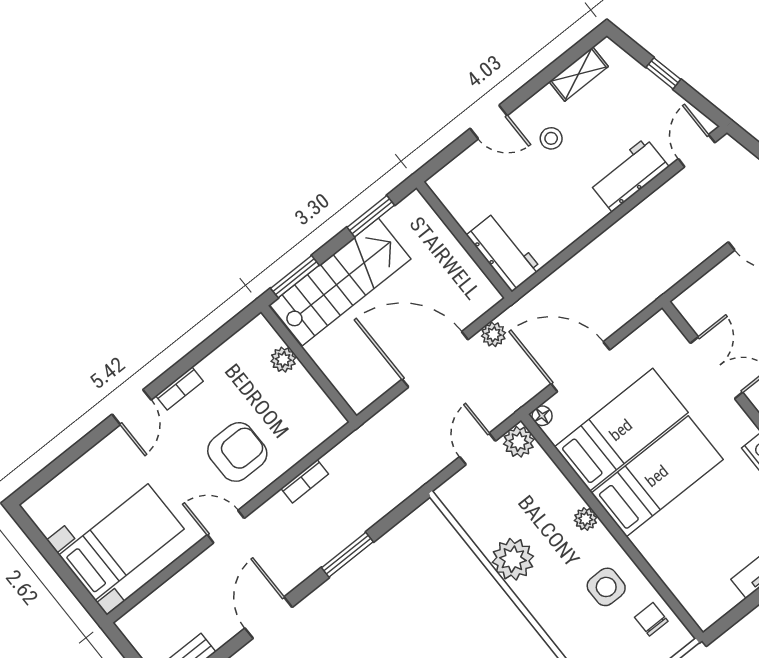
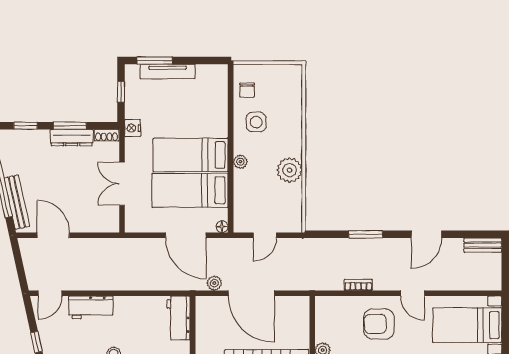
plant: (519, 442) -> (243, 223), removed

